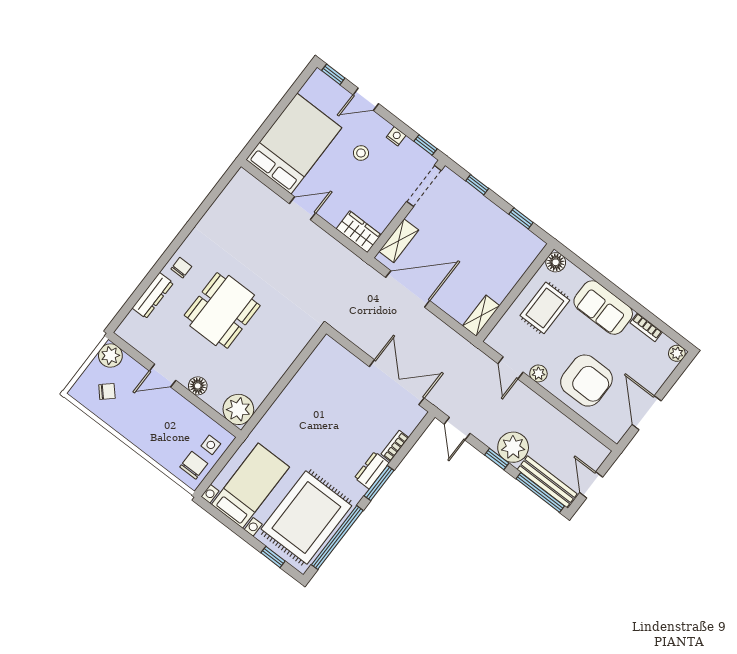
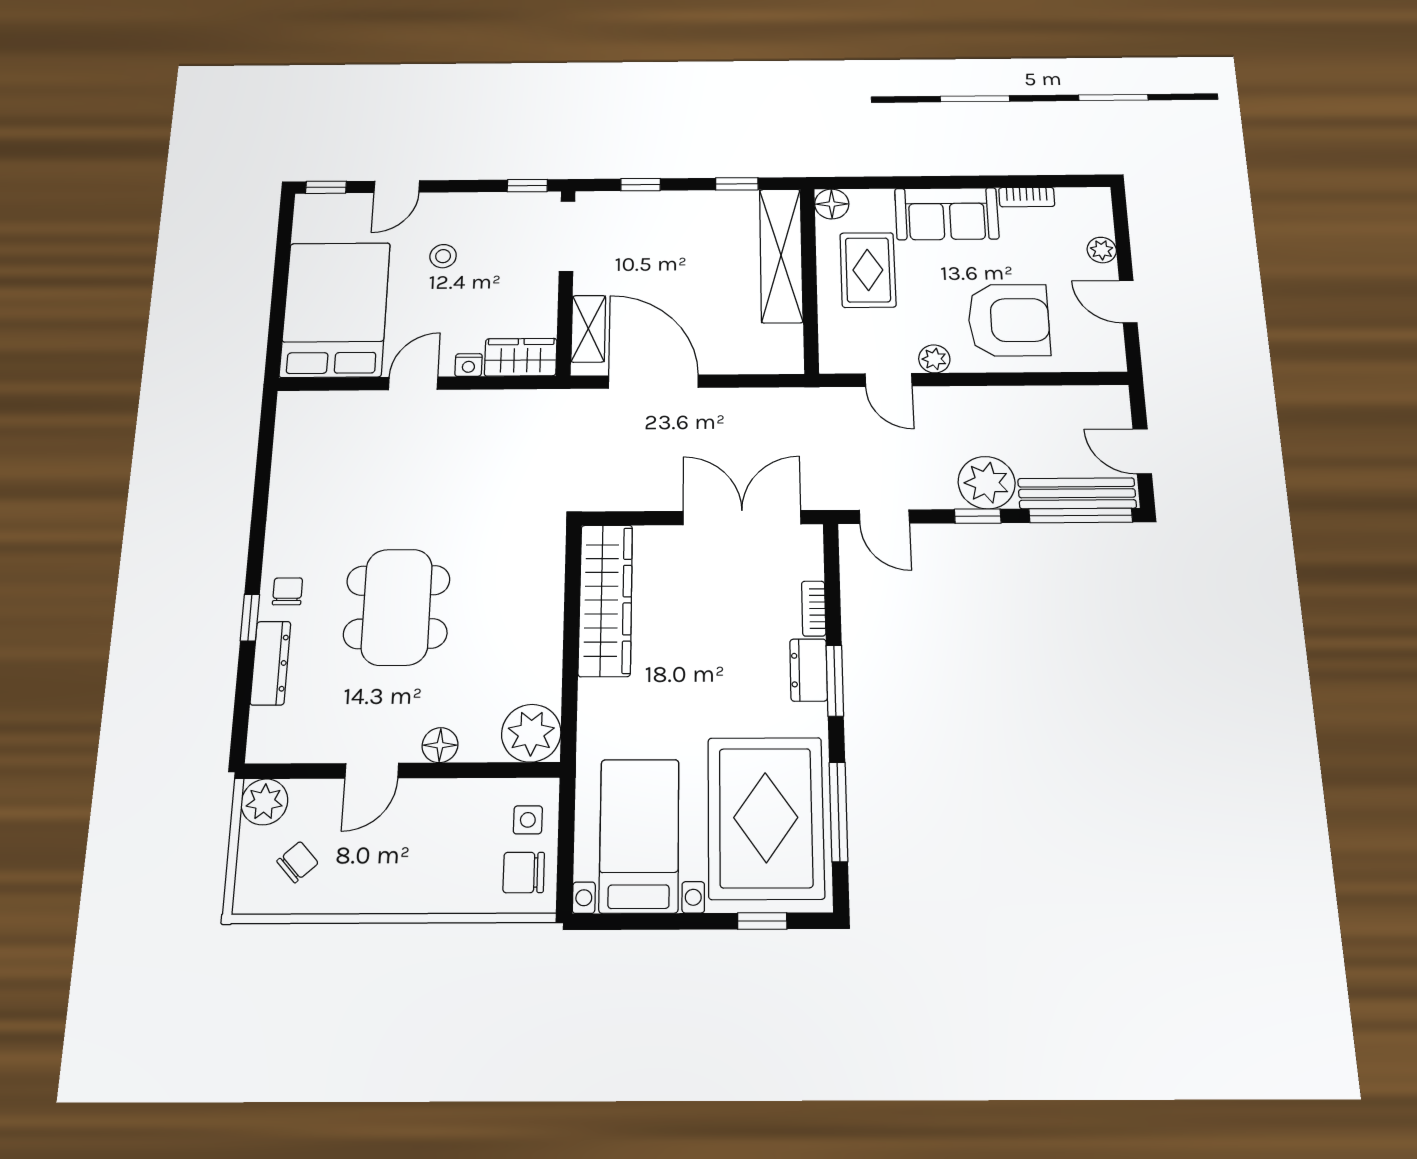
nightstand: (396, 136) -> (469, 365), moved, turned 180
window: (158, 268) -> (250, 618), added
door: (408, 289) -> (653, 382), hinge flipped
shelving: (481, 316) -> (781, 255), moved, width x2.20, depth x1.33
plant: (677, 353) -> (1102, 250), moved
wardrobe: (311, 375) -> (605, 600), added
door: (647, 413) -> (1128, 302), width x0.73
chair: (194, 465) -> (524, 872), turned -90
window: (337, 538) -> (838, 812), width x0.68

